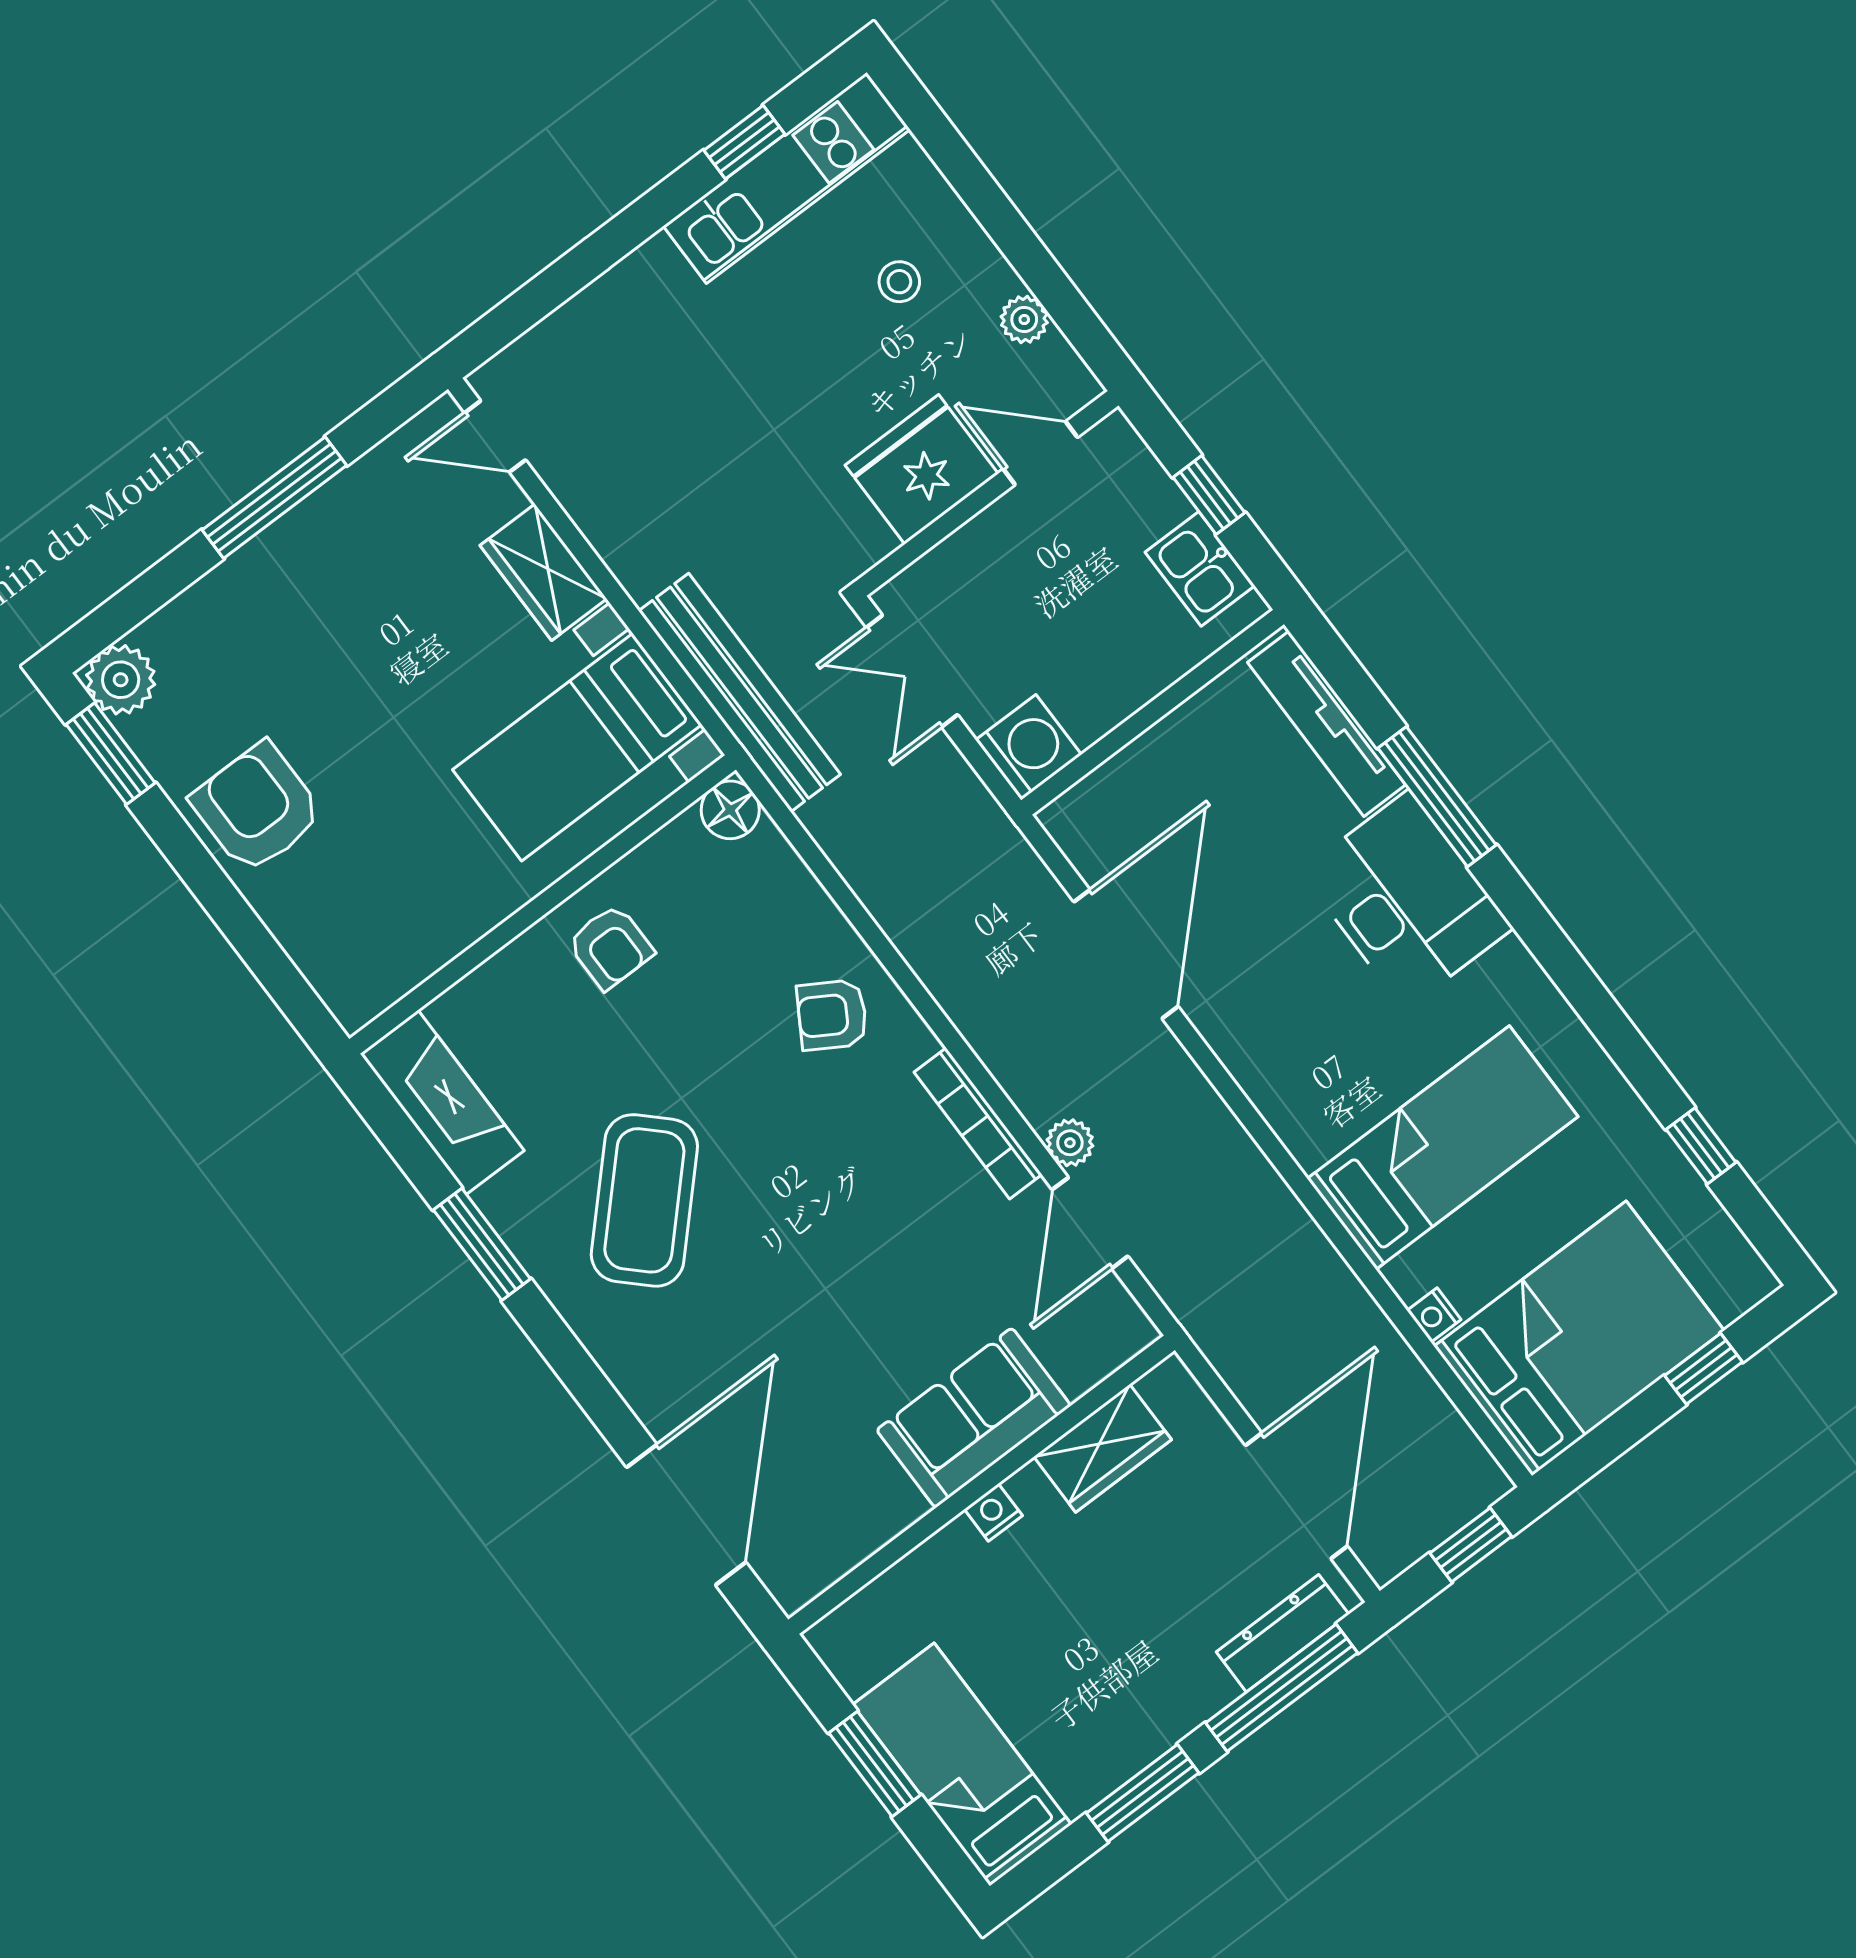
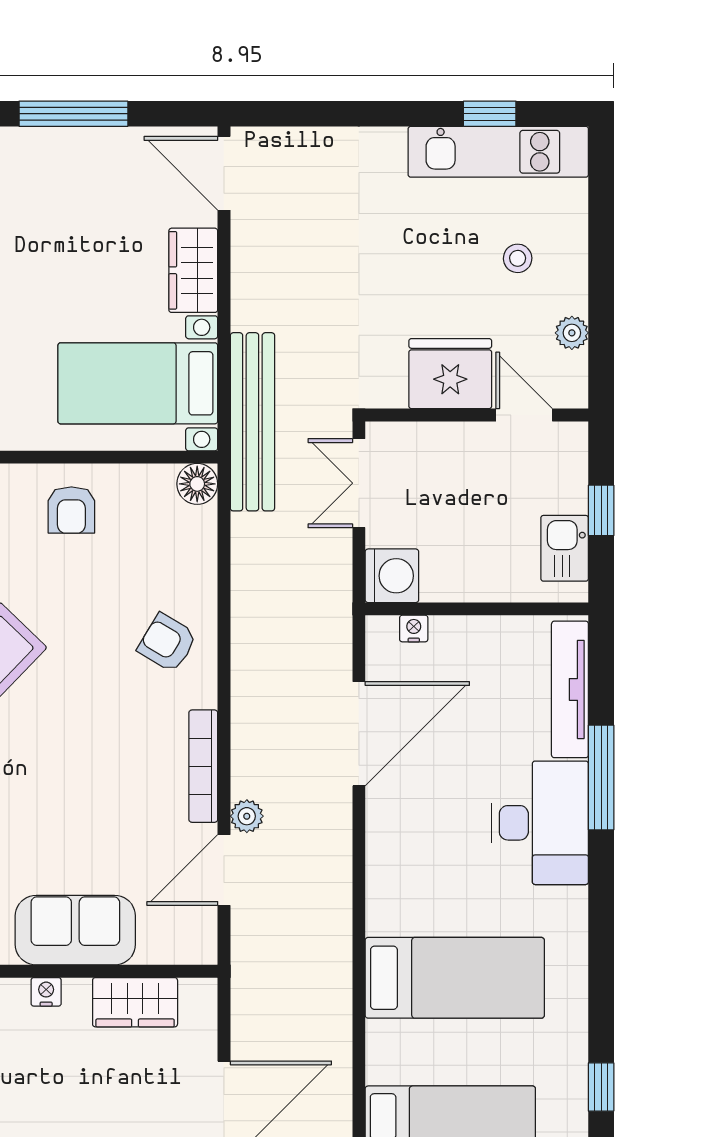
door: (495, 436) -> (224, 173), width x1.38
nightstand: (1434, 1315) -> (414, 629), moved, turned 90

